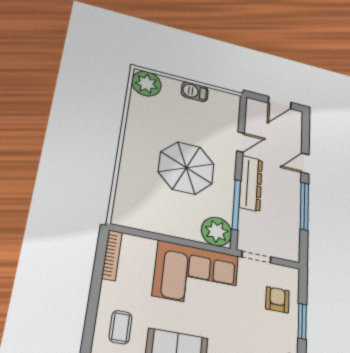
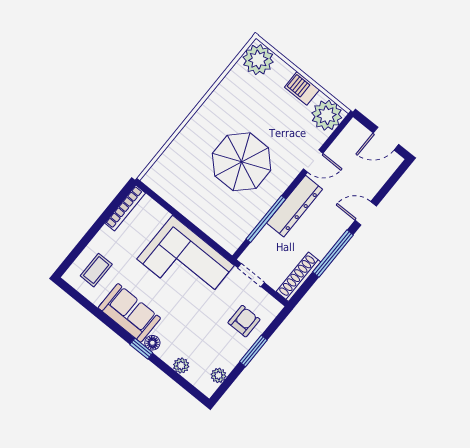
plant: (217, 232) -> (327, 115), moved
shoe rack: (293, 238) -> (299, 277), added

